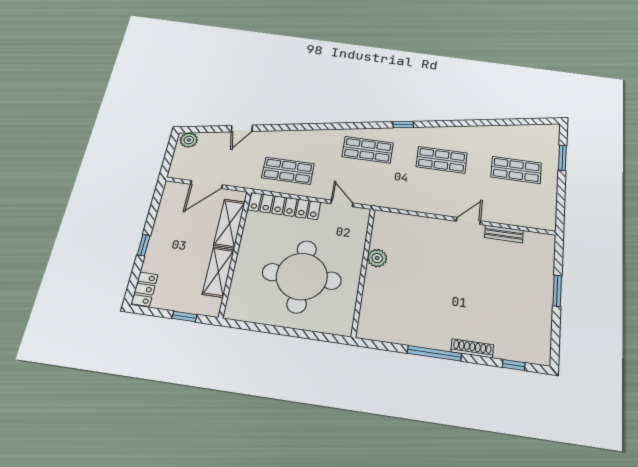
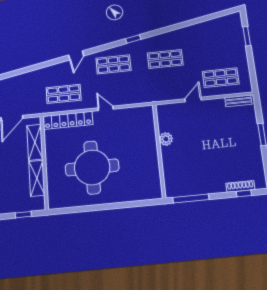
door: (242, 128) -> (76, 55), moved
shop shelf: (516, 170) -> (221, 78), moved
bench: (504, 234) -> (238, 101), moved
plant: (377, 258) -> (166, 139), moved
wall: (363, 271) -> (159, 151), moved
shoe rack: (472, 348) -> (240, 186), moved

